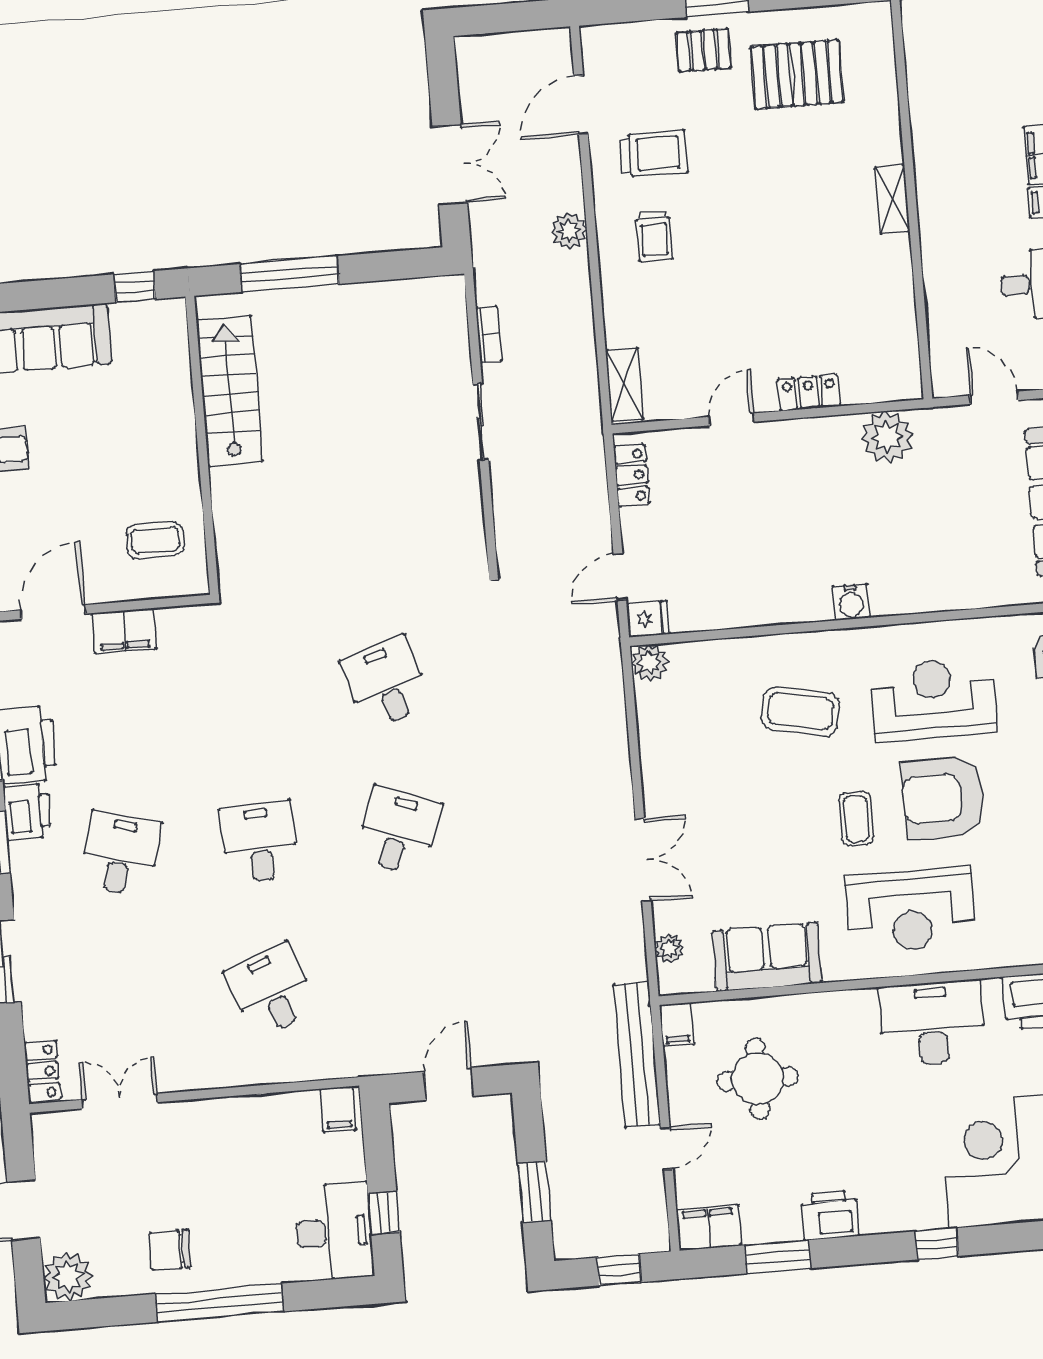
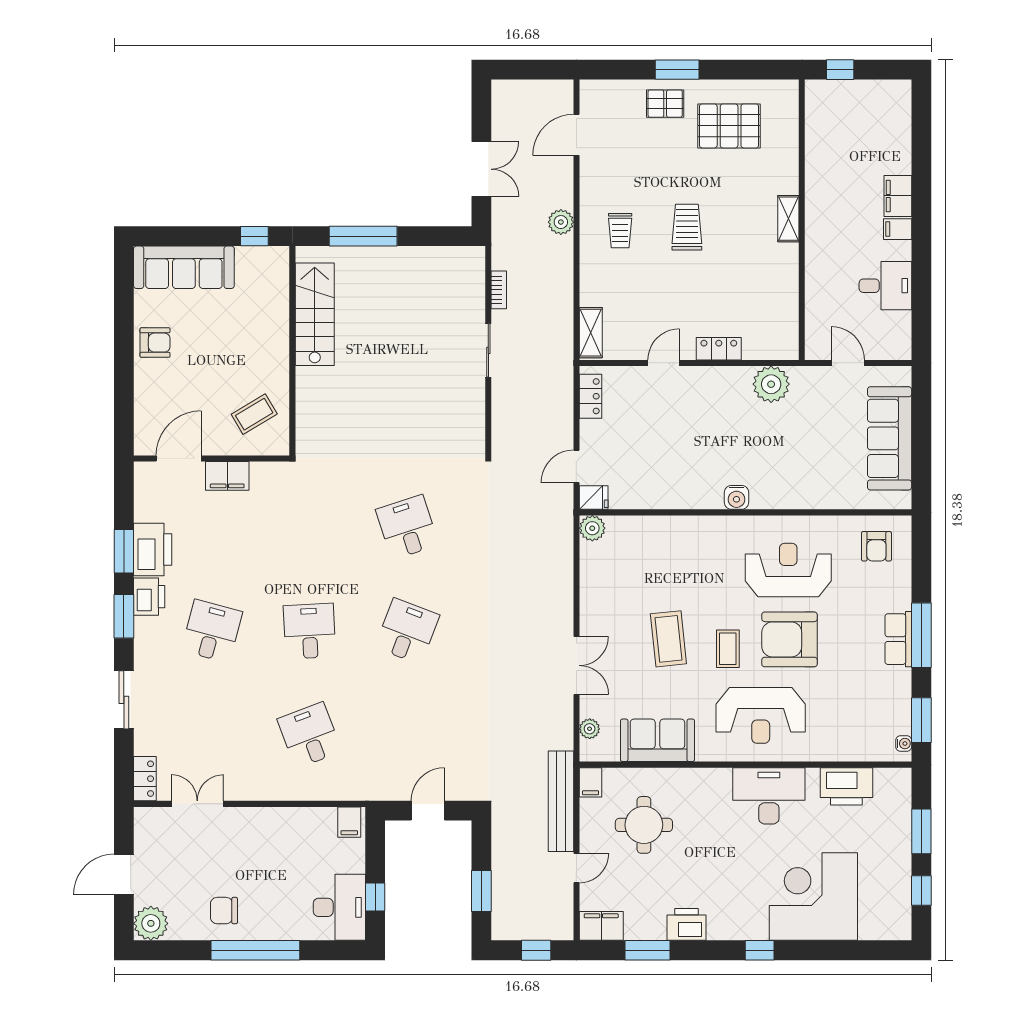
trolley: (654, 154) -> (687, 227), moved, turned -90
coffee table: (155, 540) -> (254, 414), turned -31
coffee table: (800, 711) -> (668, 639), moved, turned 72

